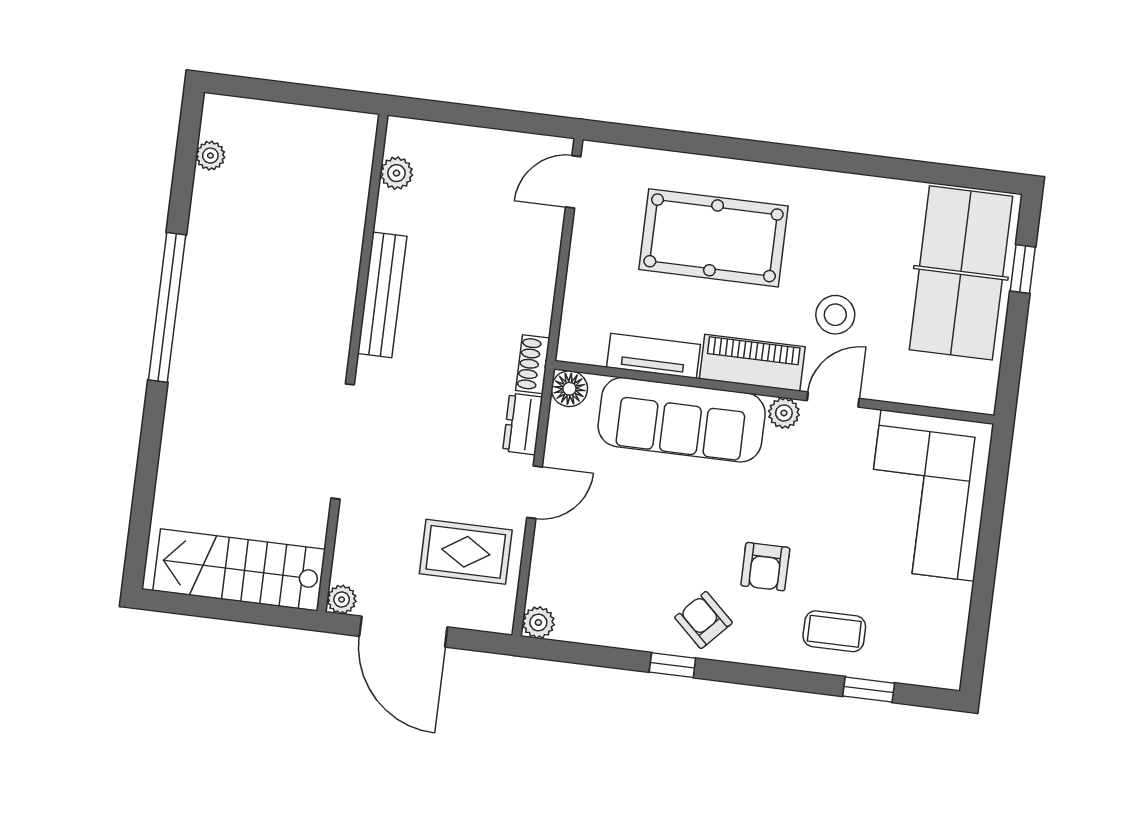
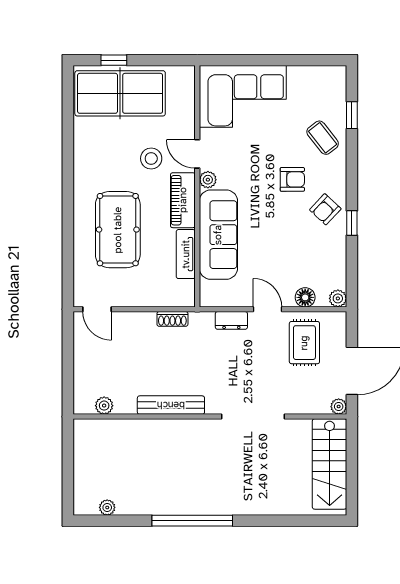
shoe rack: (533, 364) -> (172, 319), moved
floor lamp: (569, 389) -> (305, 297), moved
coffee table: (834, 631) -> (323, 138), turned -38

